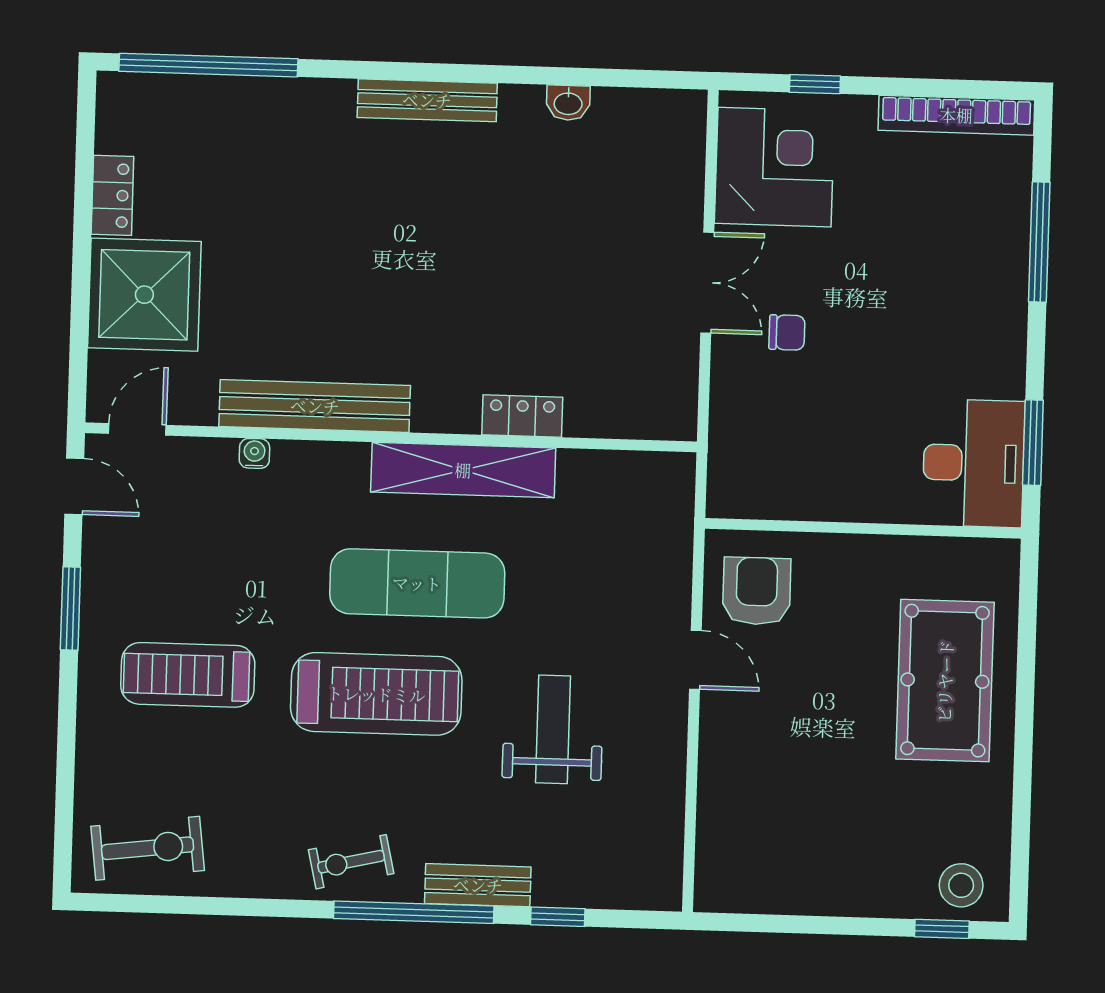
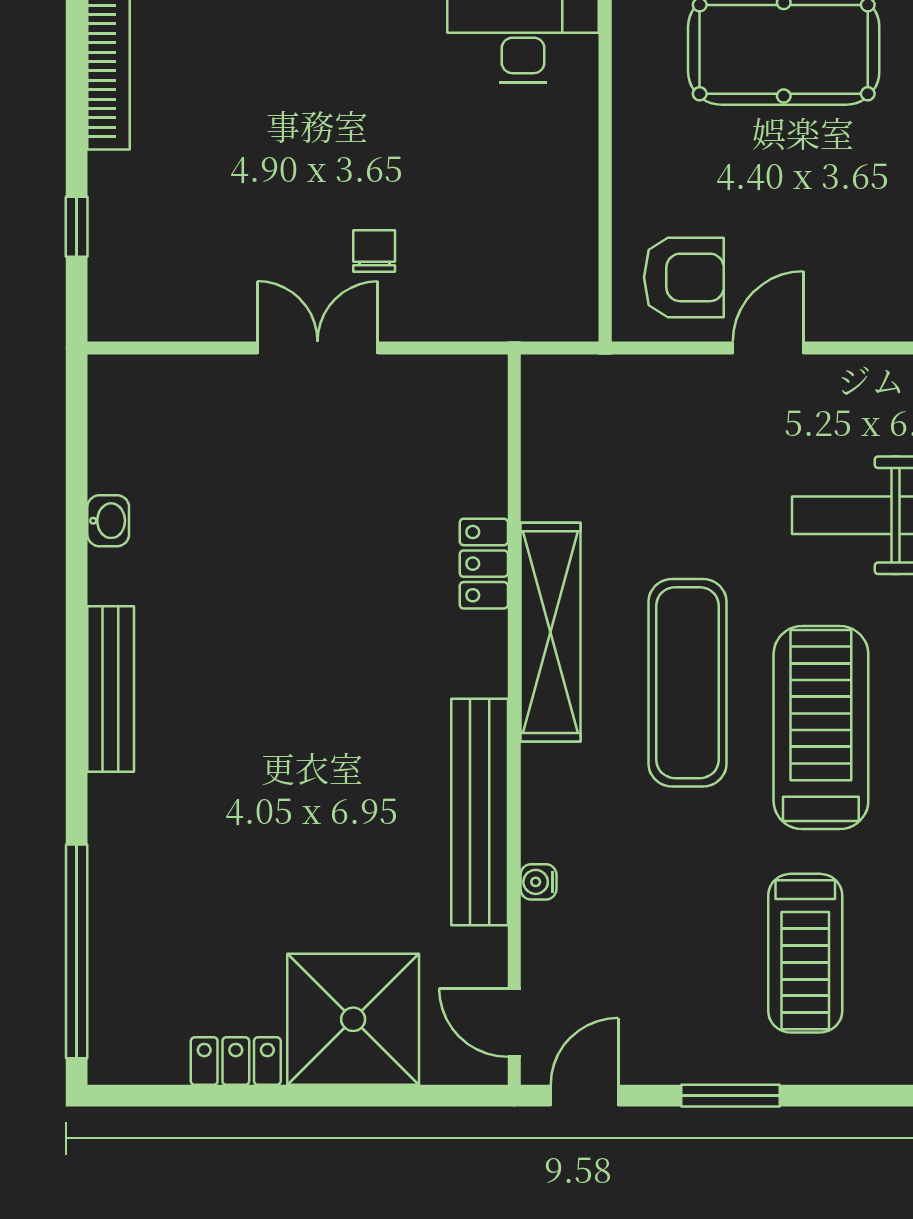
corner desk: (775, 167) -> (177, 272), removed
armchair: (757, 591) -> (684, 277), turned 180

